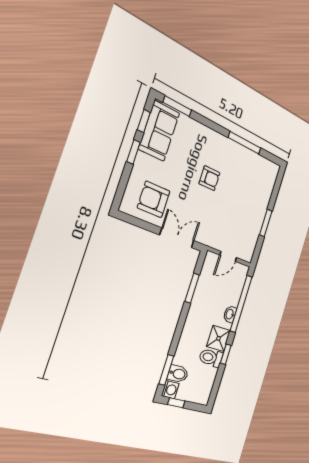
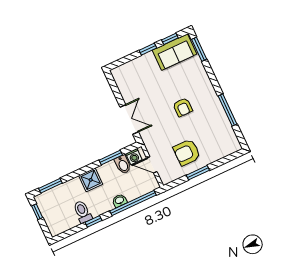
armchair: (154, 199) -> (187, 152), moved, turned -90
shower: (218, 338) -> (91, 180), moved
bidet: (178, 374) -> (123, 164), moved
washing machine: (170, 390) -> (134, 157), moved

